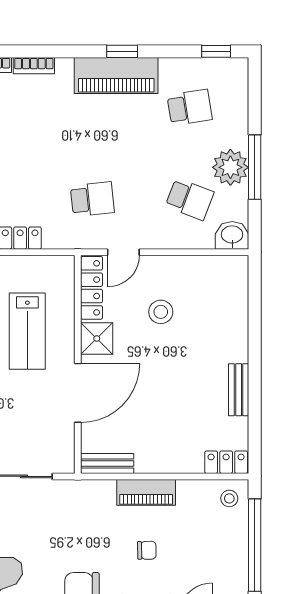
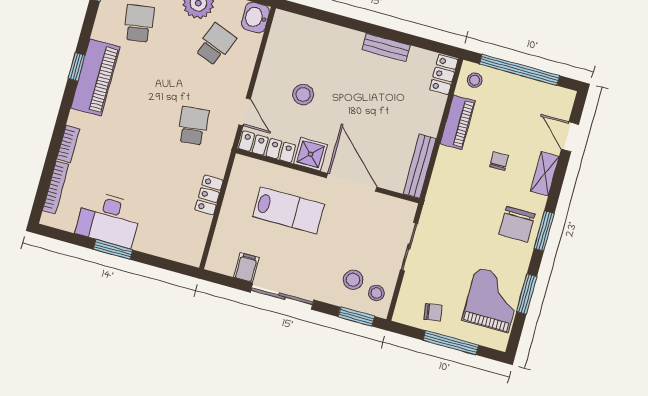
bench: (107, 463) -> (420, 166), width x1.36
piano: (146, 492) -> (458, 122), moved

